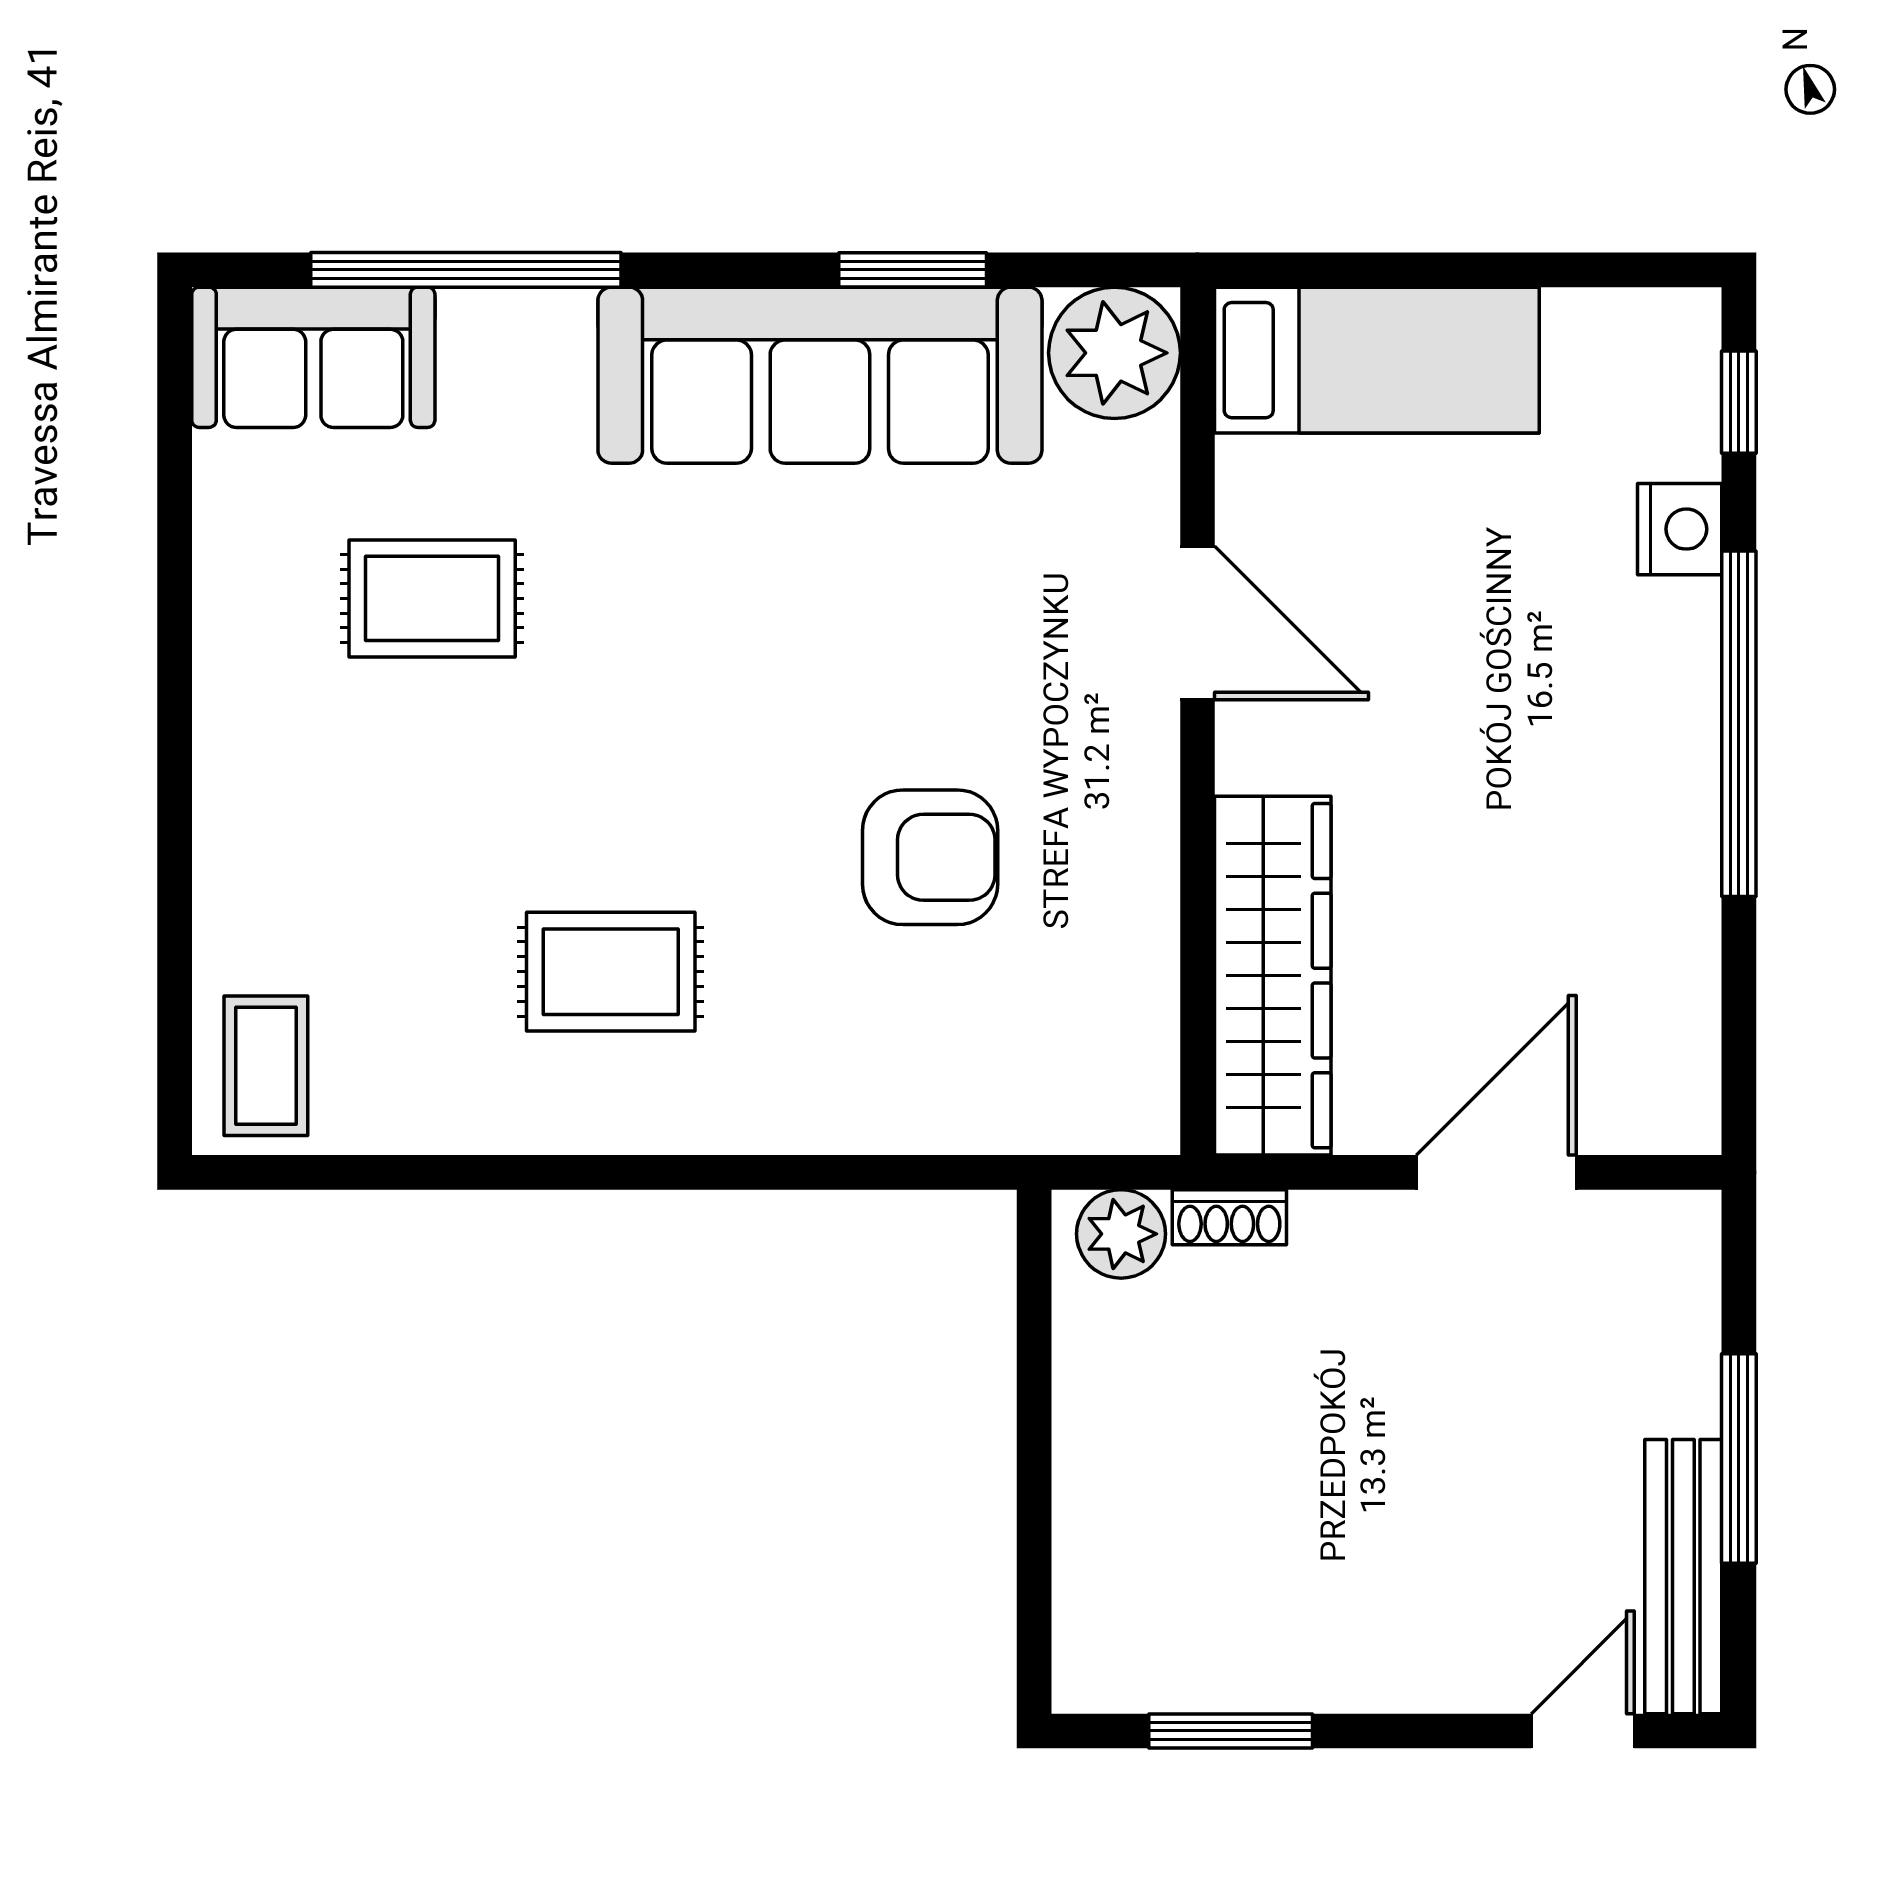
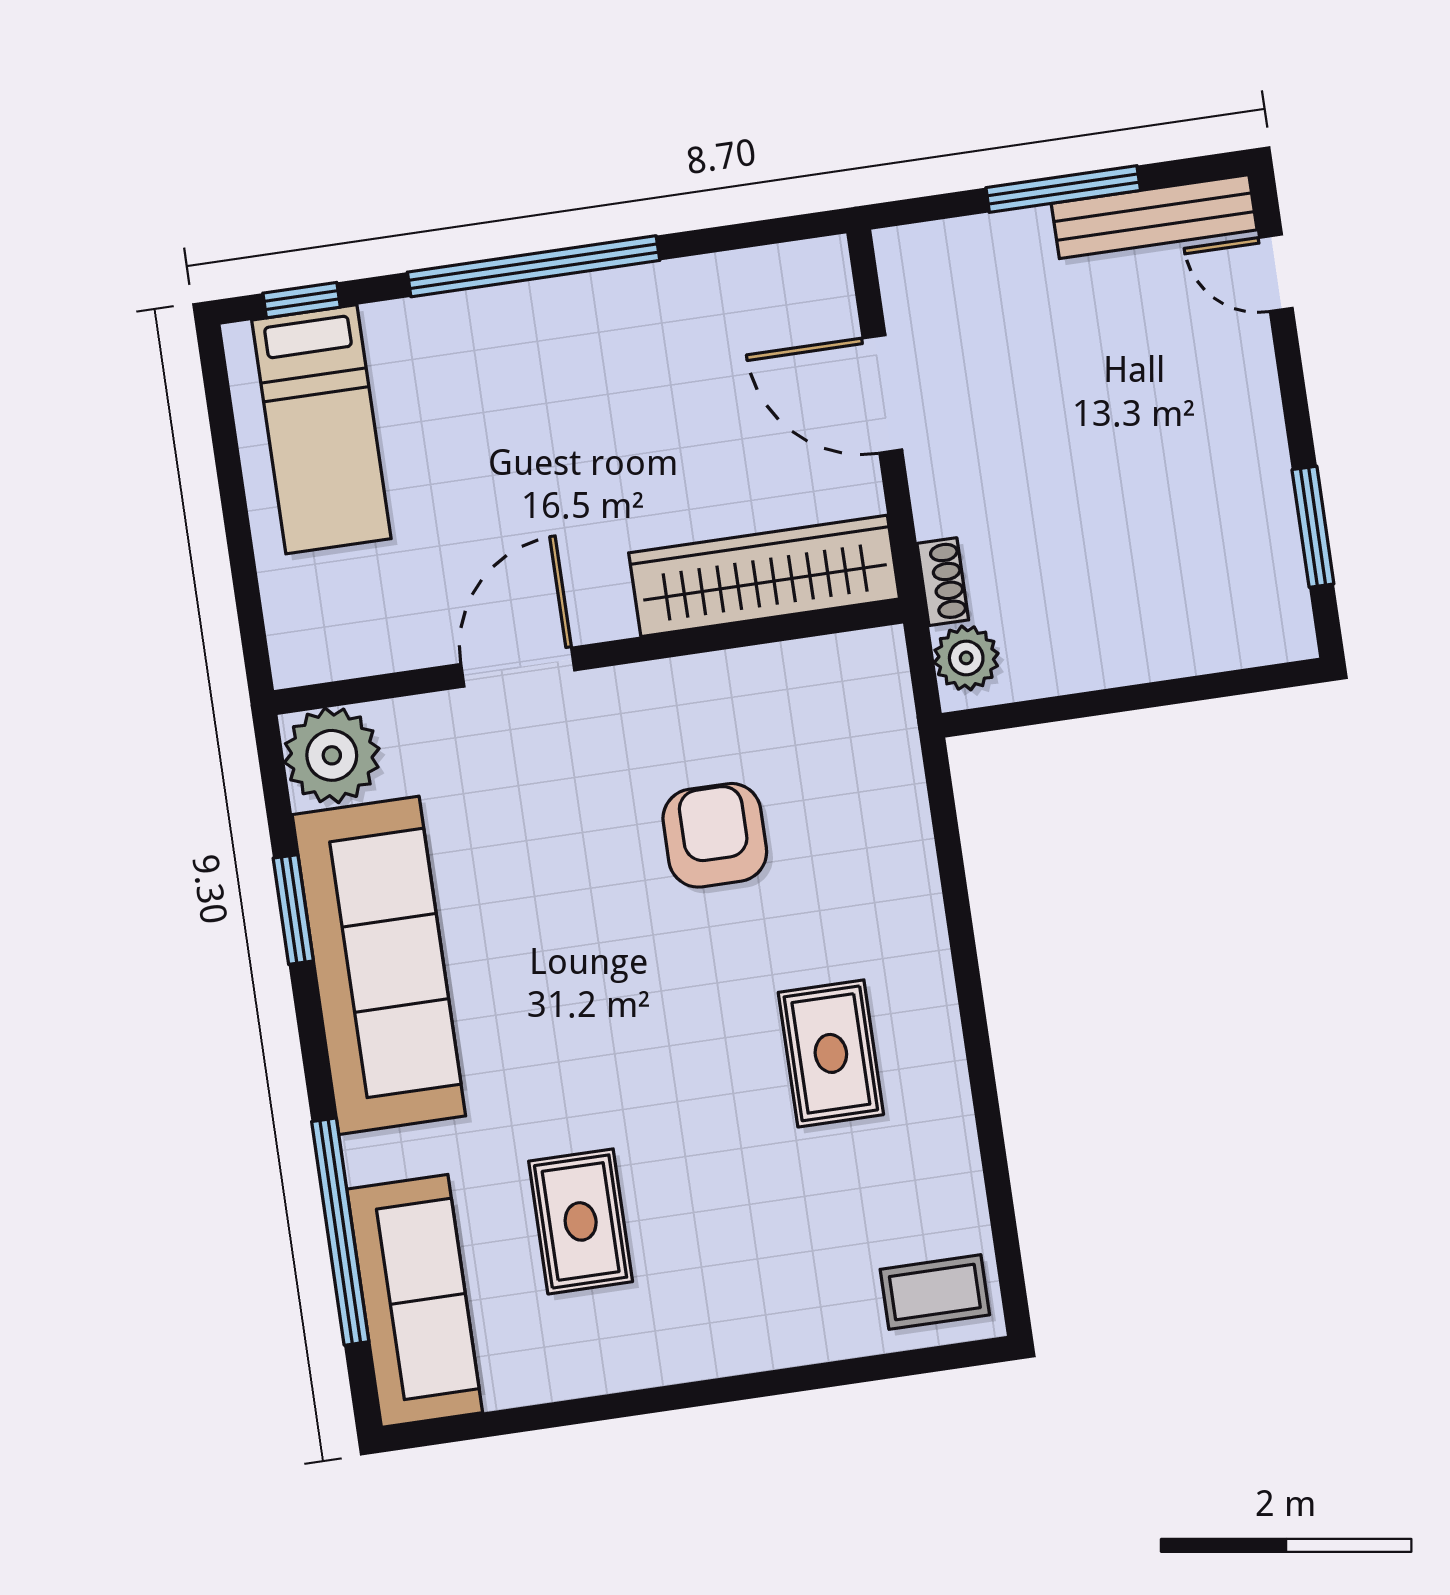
sofa: (313, 357) -> (415, 1301), width x1.36
bed: (1377, 360) -> (321, 429), moved, turned 180
nightstand: (1680, 529) -> (399, 329), removed

